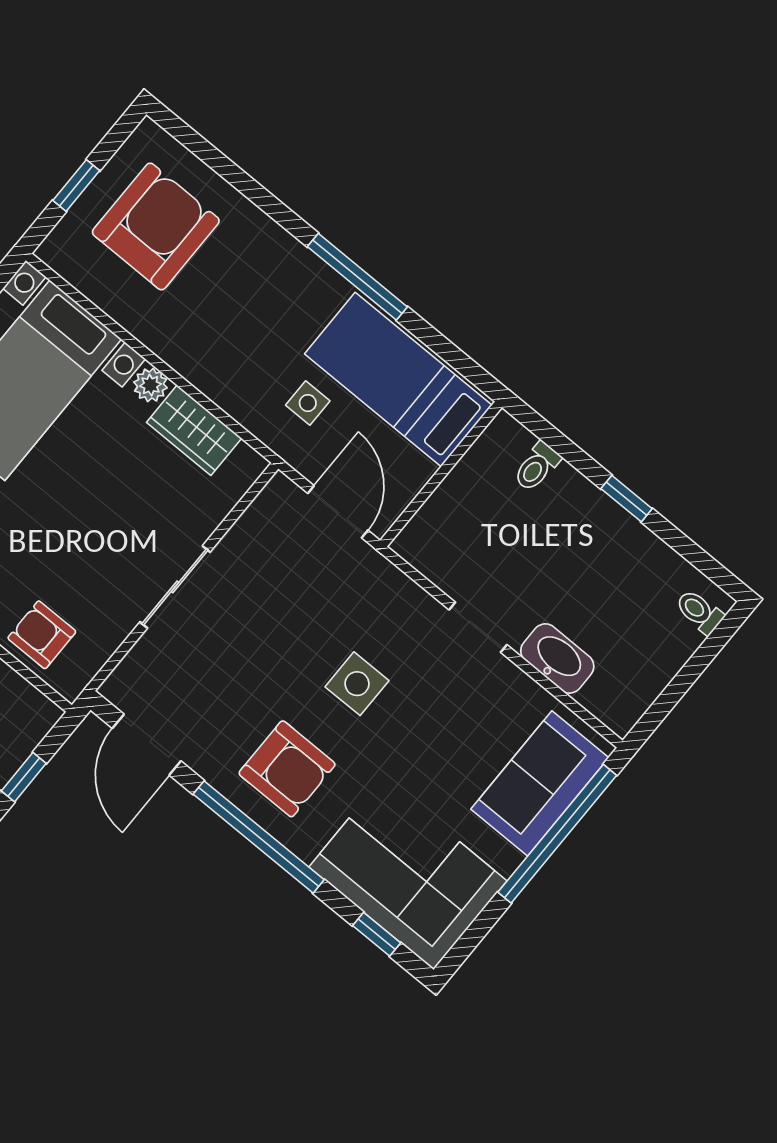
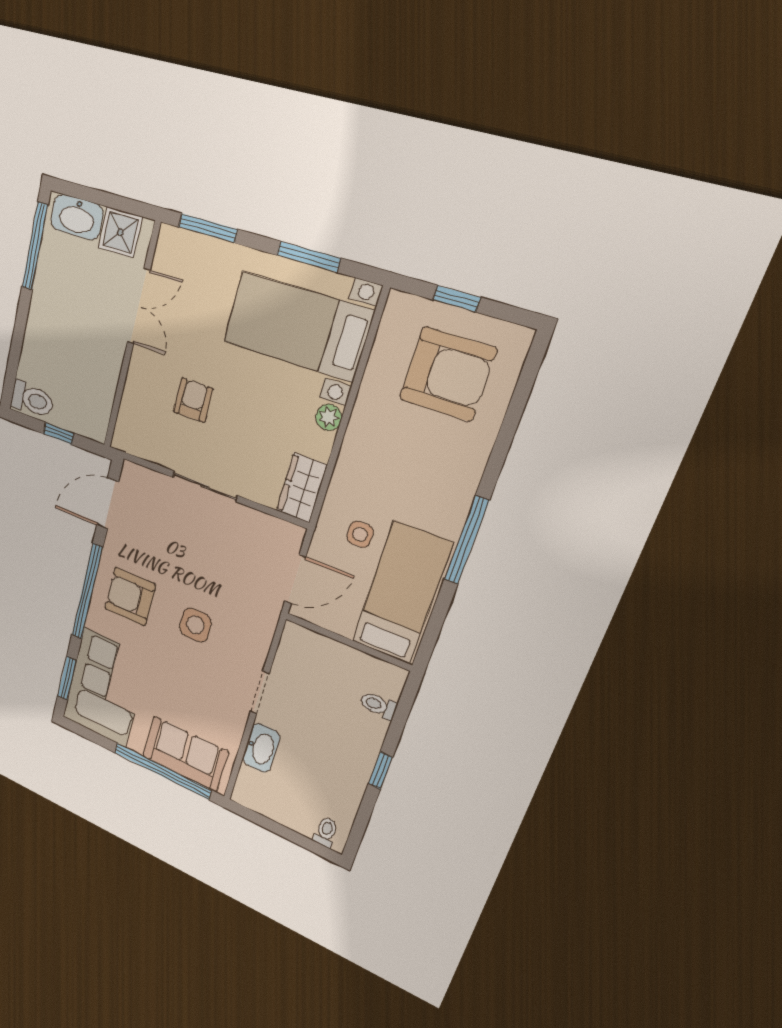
wardrobe: (194, 430) -> (302, 488), moved
armchair: (42, 635) -> (193, 400), moved
armchair: (287, 769) -> (130, 597), turned 90
window: (377, 934) -> (67, 678), width x1.50

